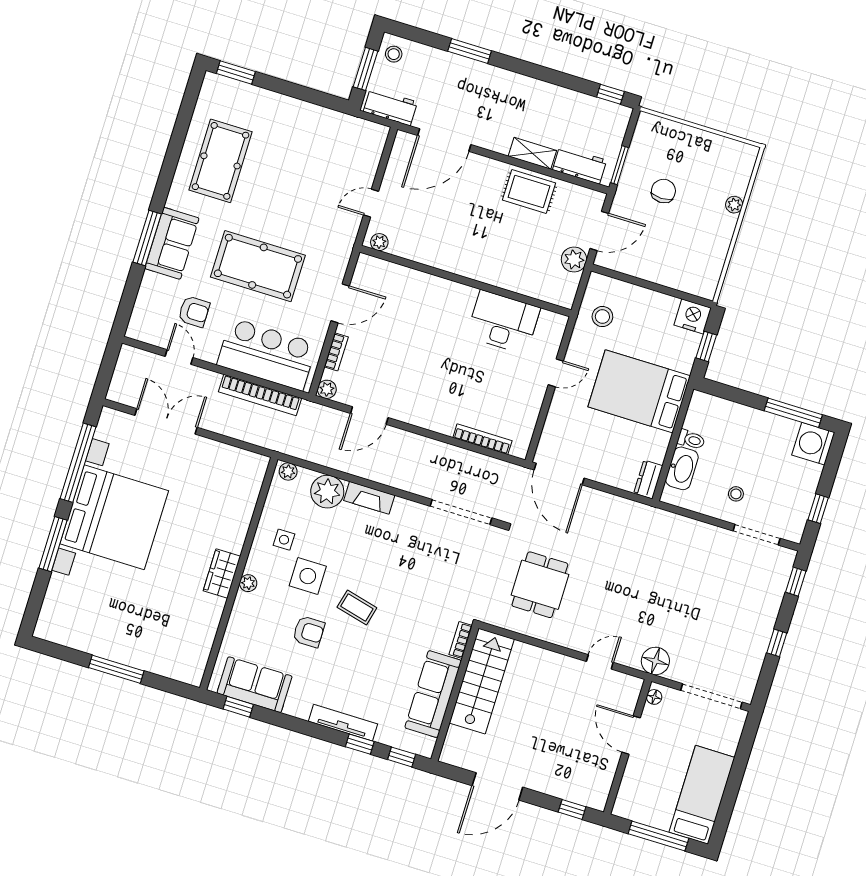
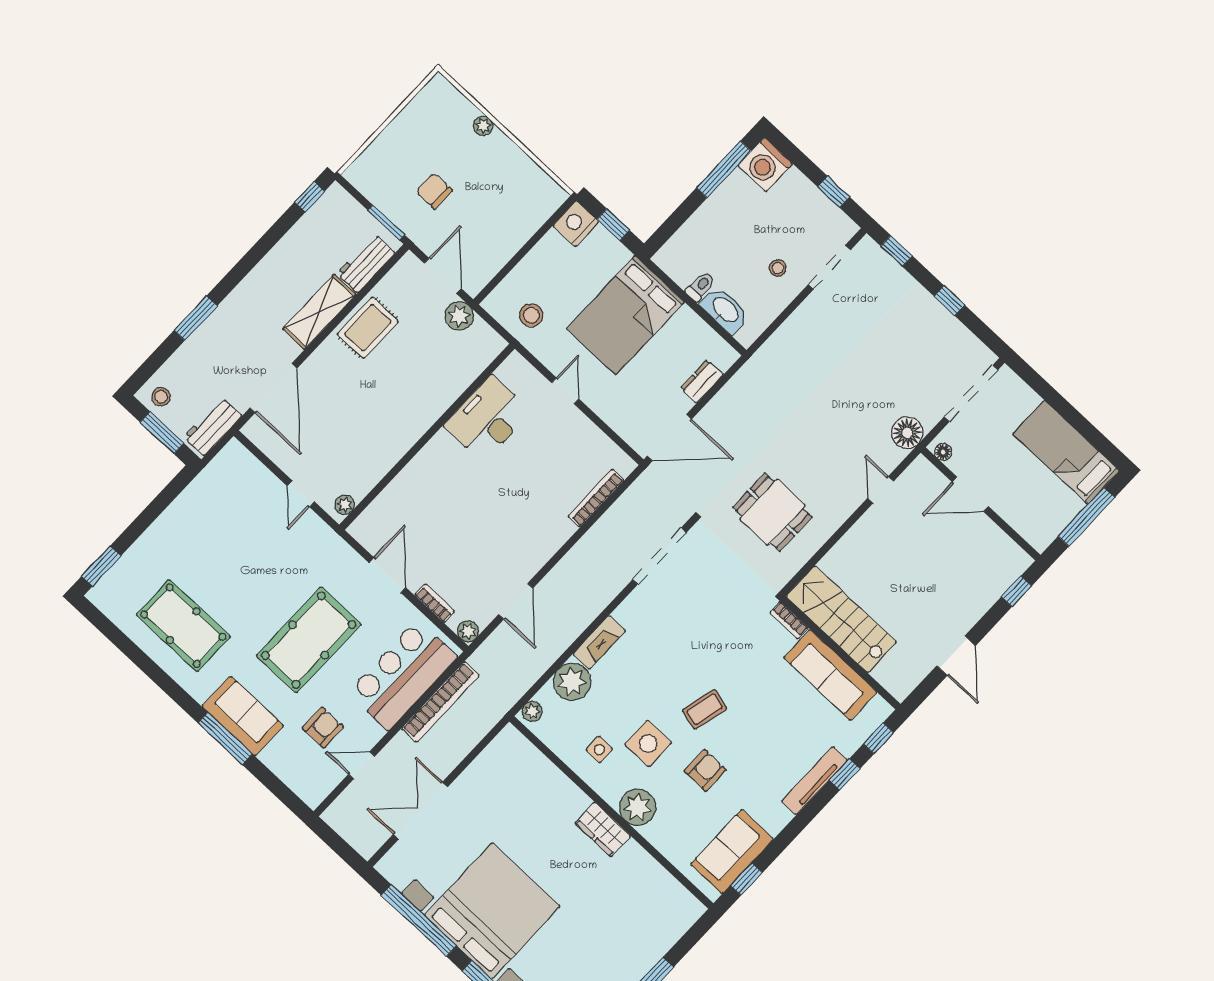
shelving: (532, 153) -> (319, 312), width x1.50, depth x1.33
dresser: (648, 479) -> (702, 381), moved, turned 90
plant: (248, 583) -> (638, 807), width x1.88, depth x1.88
door: (497, 786) -> (956, 656), width x0.73

